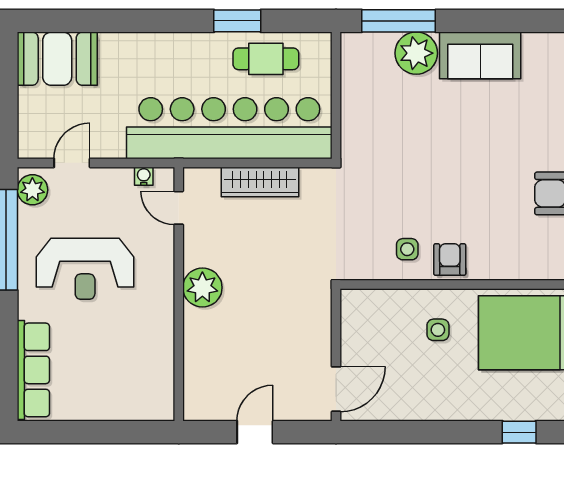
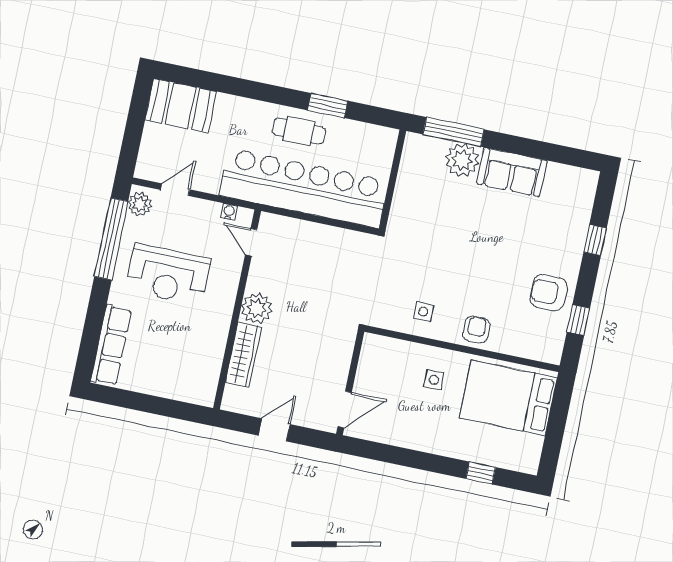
cafe table: (266, 59) -> (299, 131), moved
wardrobe: (260, 182) -> (243, 355), moved, turned -90
armchair: (450, 260) -> (476, 330), moved

